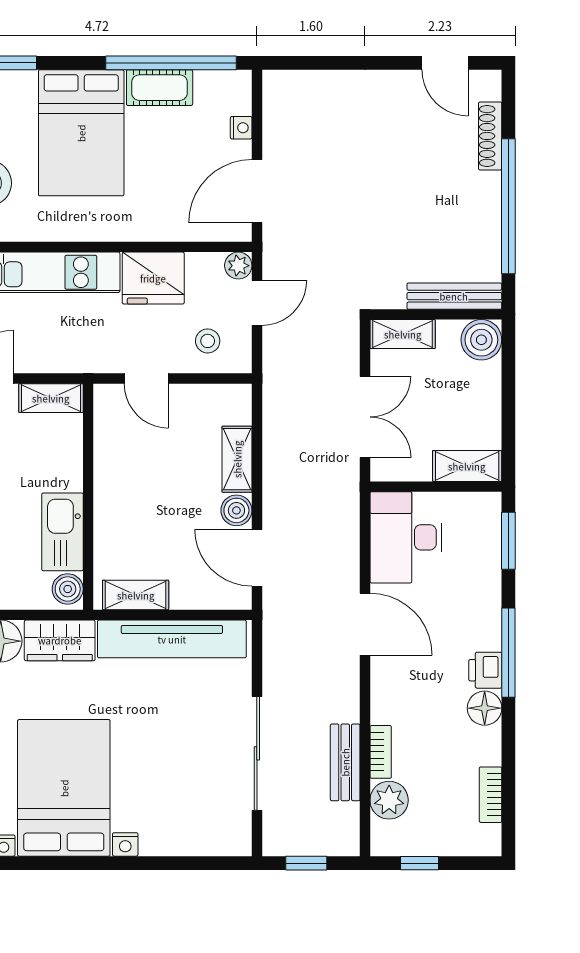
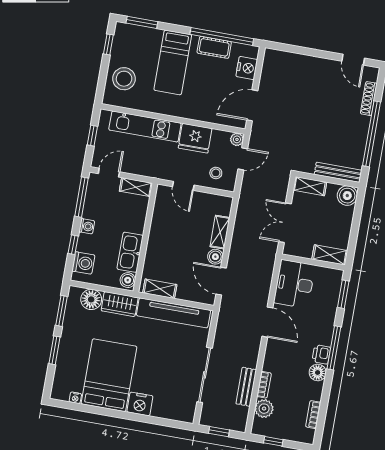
nightstand: (241, 128) -> (247, 68), width x1.89, depth x1.79
bed: (81, 133) -> (173, 62), width x0.67
double door: (365, 417) -> (285, 223), swing flipped
nightstand: (125, 844) -> (140, 404), width x1.89, depth x1.79

